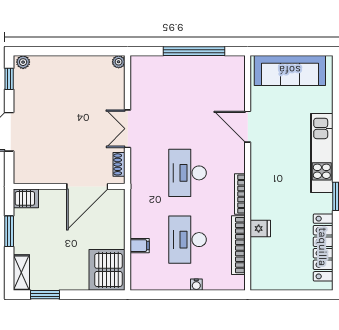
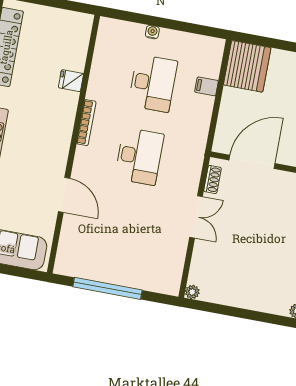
bookcase: (238, 245) -> (98, 67), removed

